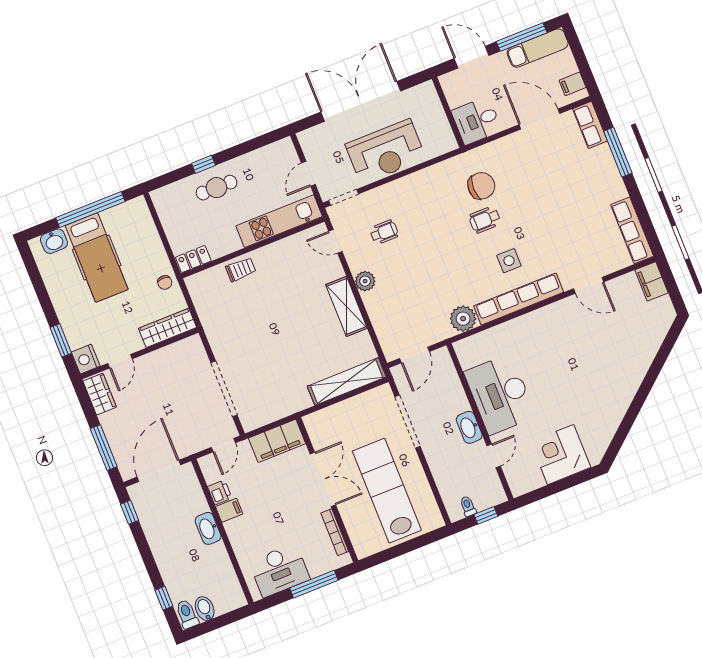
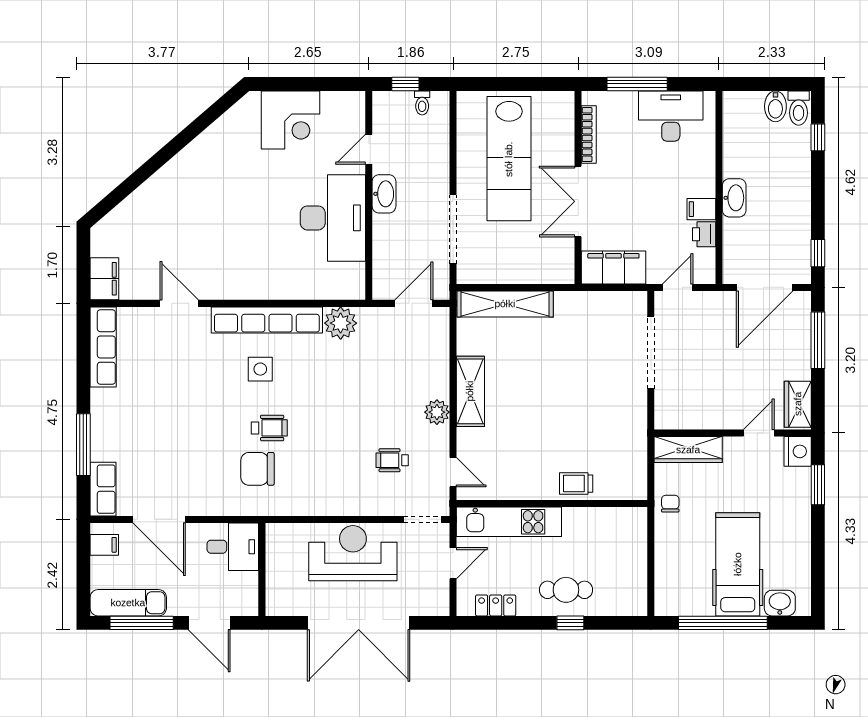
locker: (193, 259) -> (496, 605), moved, turned 180

